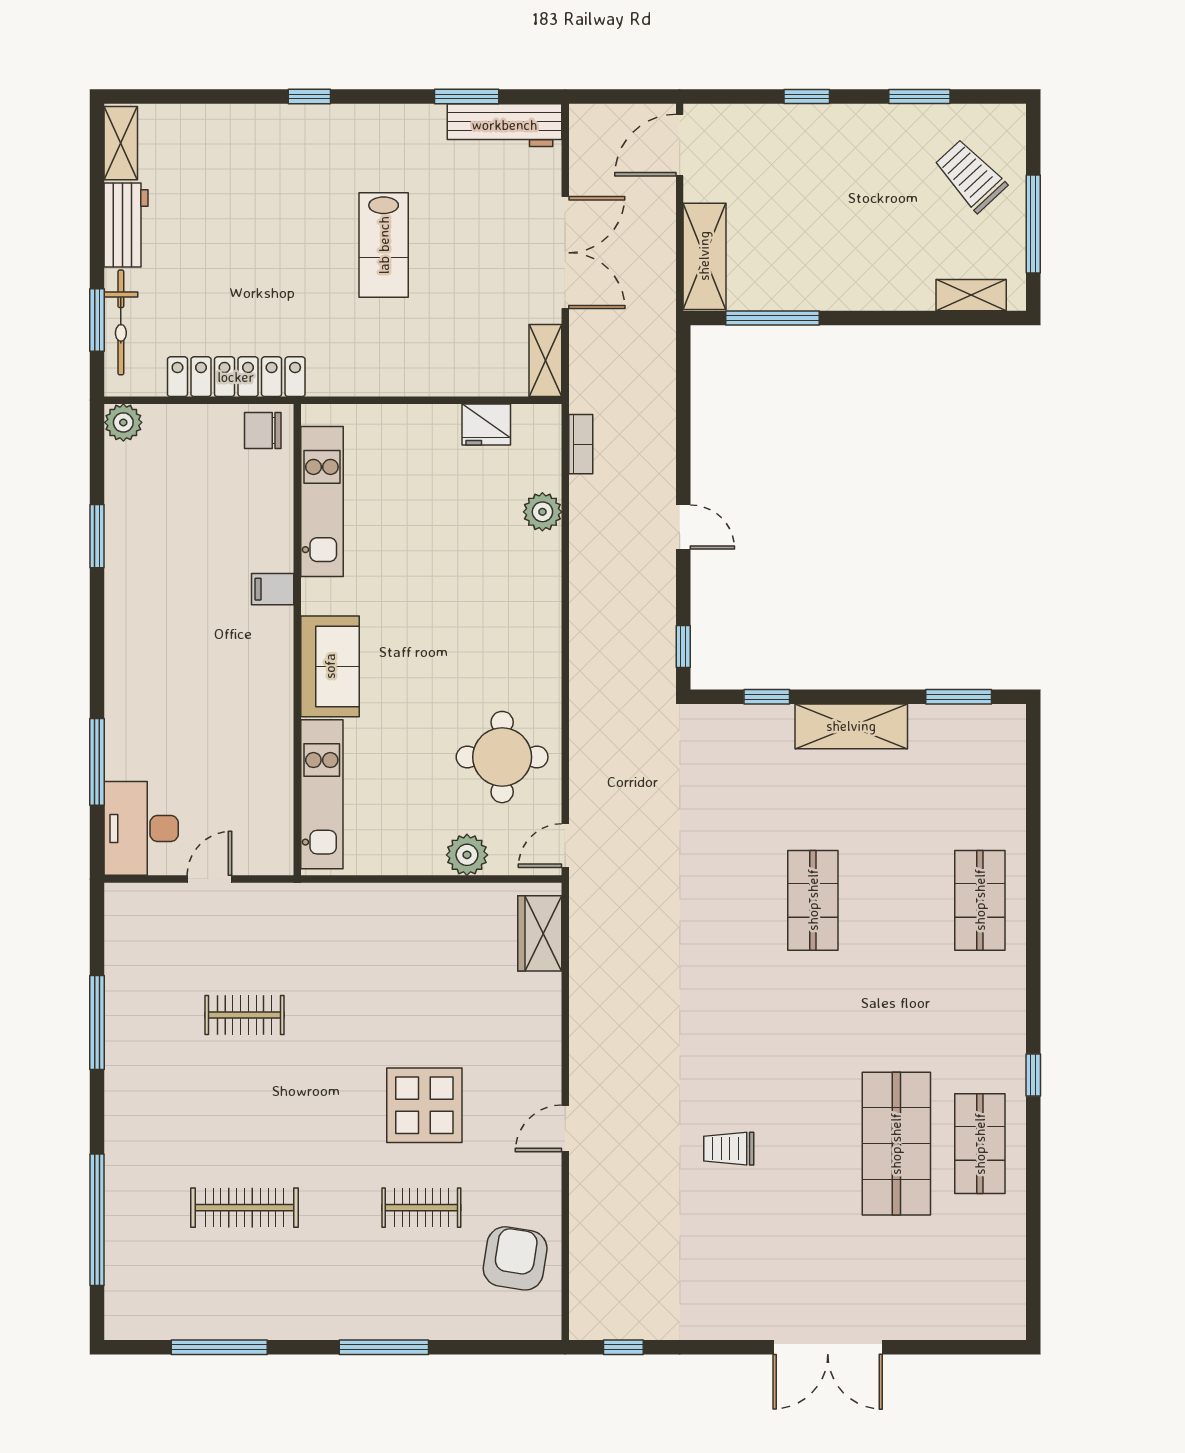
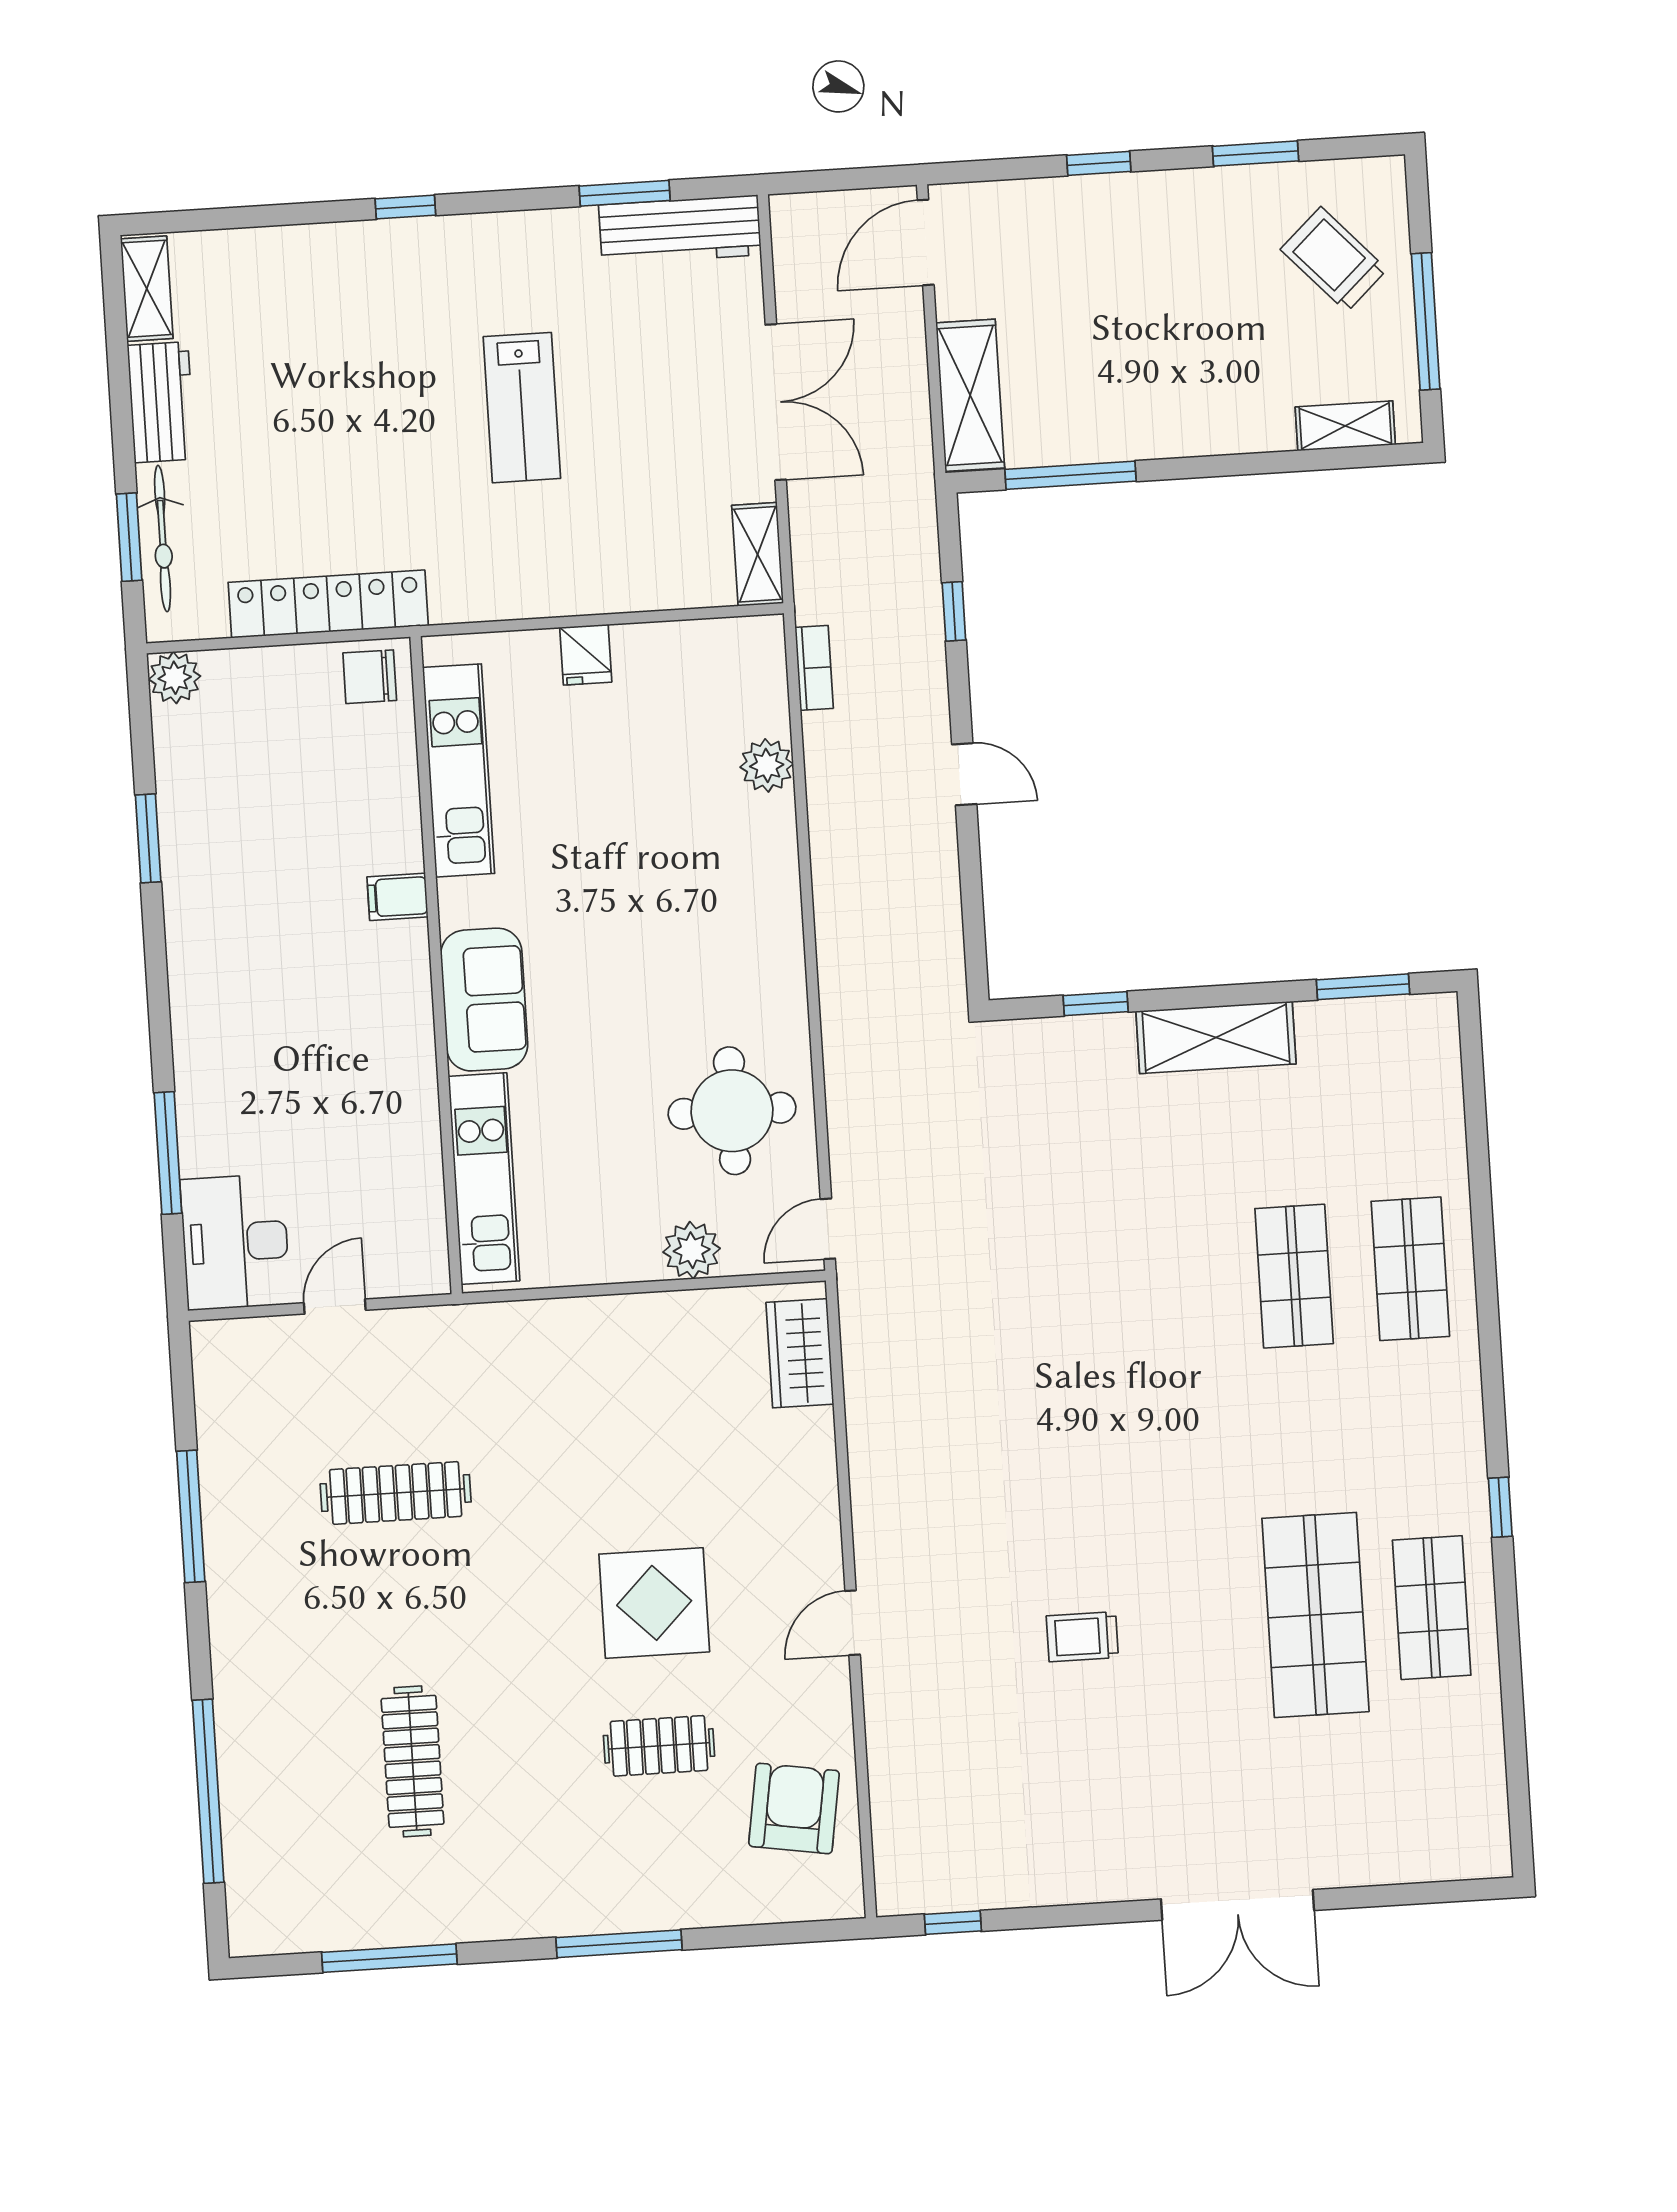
fridge: (486, 425) -> (586, 655), moved, width x0.72
window: (683, 646) -> (954, 611), moved
shop shelf: (813, 900) -> (1294, 1276), moved
clothes rail: (245, 1015) -> (396, 1493), width x1.36
clothes rail: (245, 1208) -> (413, 1761), turned 90

